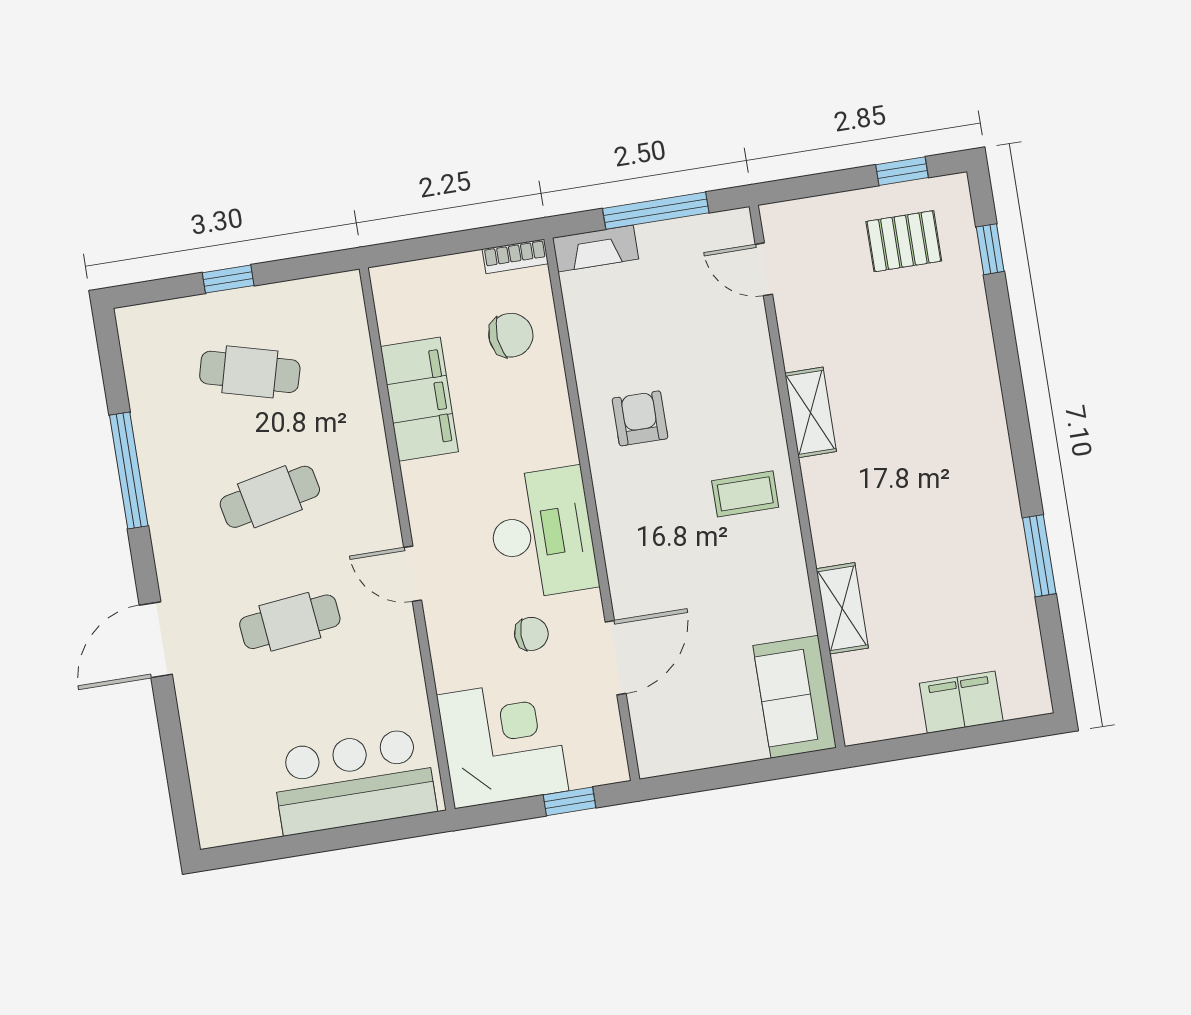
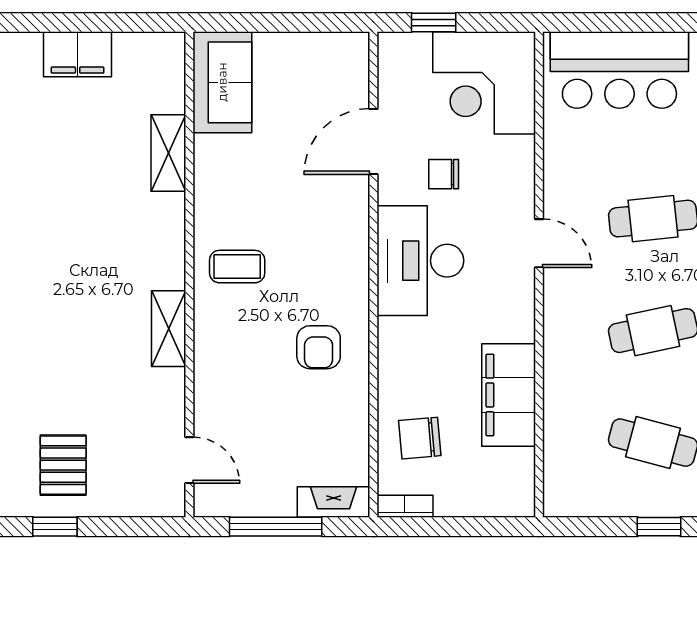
pallet: (904, 241) -> (63, 465), turned 90

